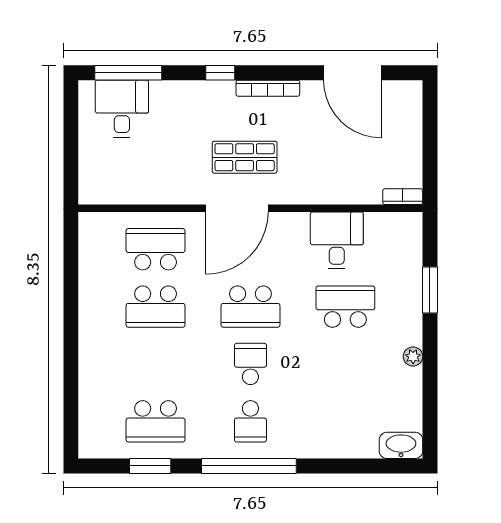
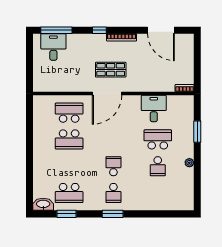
school desk: (250, 307) -> (158, 166), moved, width x0.54
washbasin: (401, 445) -> (43, 204), moved
window: (249, 466) -> (113, 214), width x0.47

